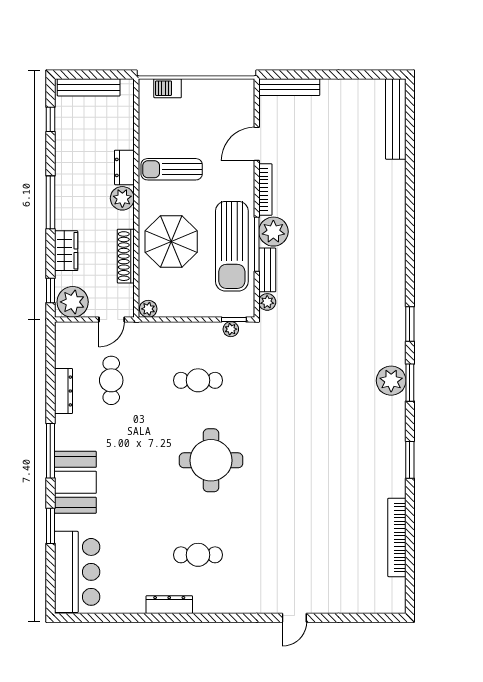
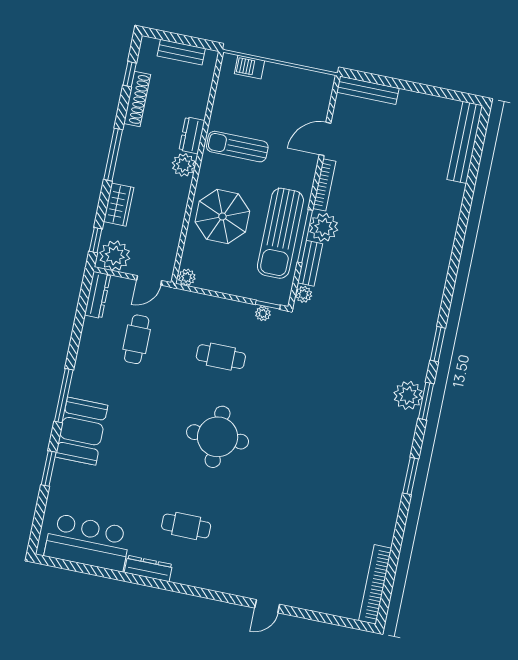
bench: (89, 87) -> (181, 52), width x0.73
shoe rack: (126, 256) -> (137, 99), moved, turned 180
dresser: (63, 391) -> (97, 295), moved
bookcase: (397, 537) -> (375, 584), moved
bar counter: (77, 572) -> (88, 542), moved, turned -90

